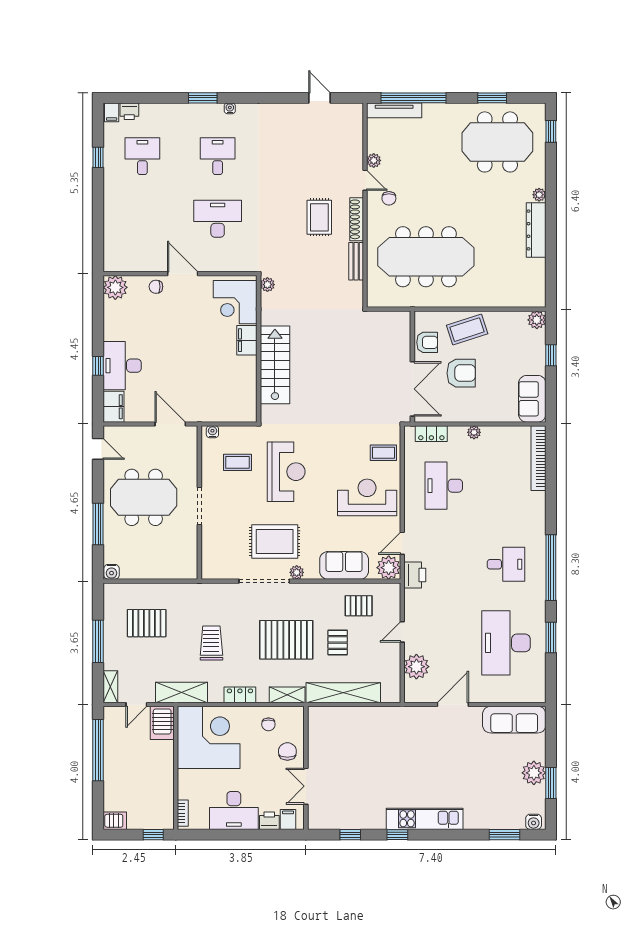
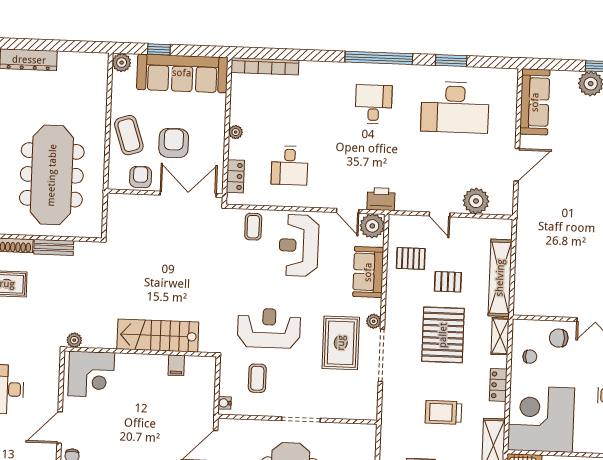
filing cabinet: (247, 340) -> (176, 365), moved, width x0.50
sofa: (532, 399) -> (182, 73), width x1.85, depth x1.27
desk: (444, 486) -> (290, 165), width x0.73
pallet: (359, 606) -> (411, 258), turned 90
door: (453, 705) -> (517, 165), swing flipped

